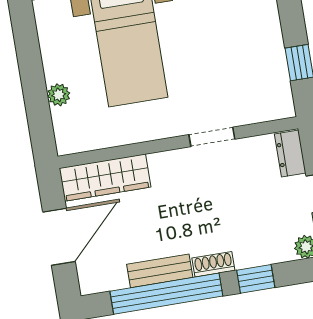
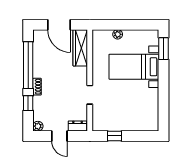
bench: (160, 271) -> (38, 64), removed

